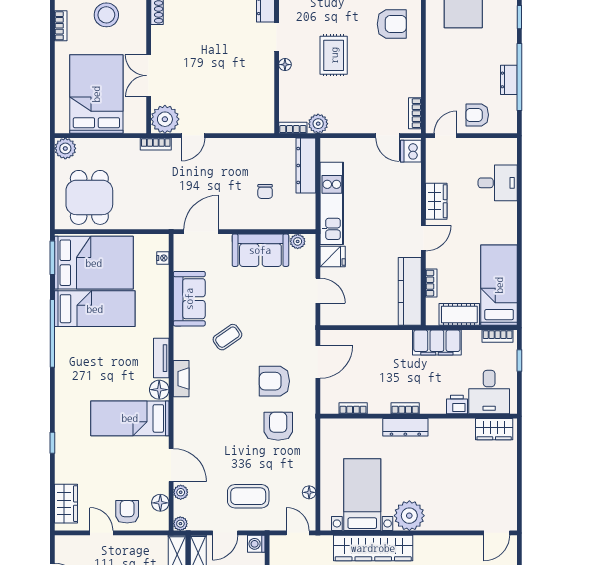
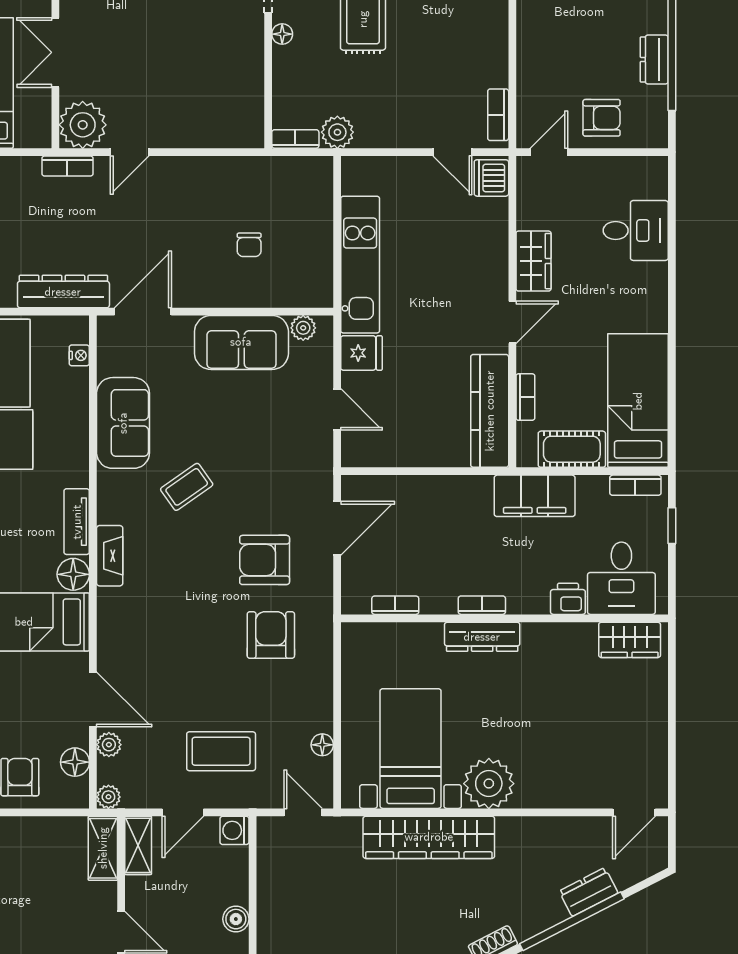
armchair: (477, 115) -> (602, 118), turned 180
dresser: (306, 165) -> (63, 292), moved, turned 90

